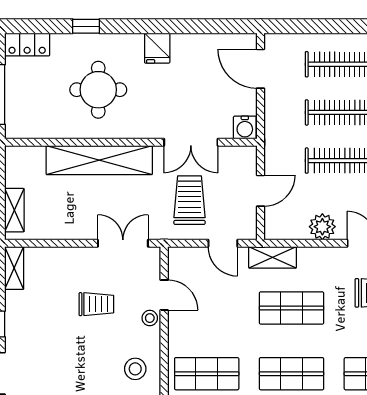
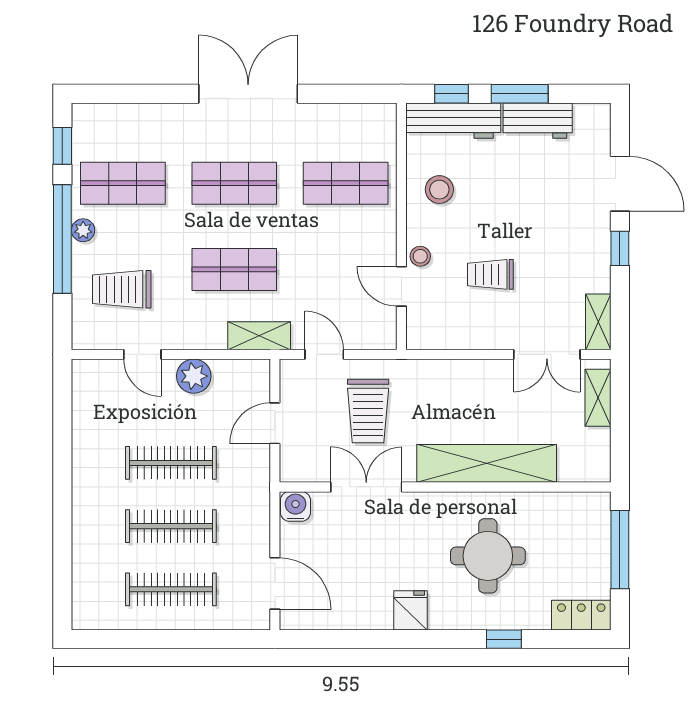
double door: (123, 243) -> (547, 354), moved

